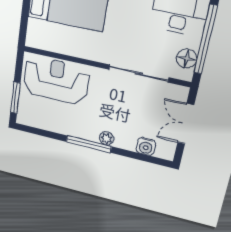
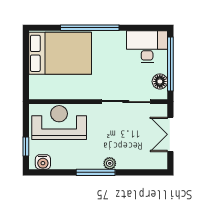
window: (15, 98) -> (26, 146), width x0.67
water cooler: (146, 146) -> (43, 162), moved

